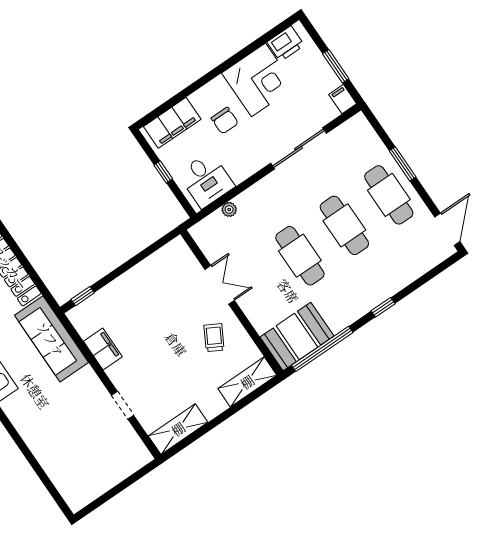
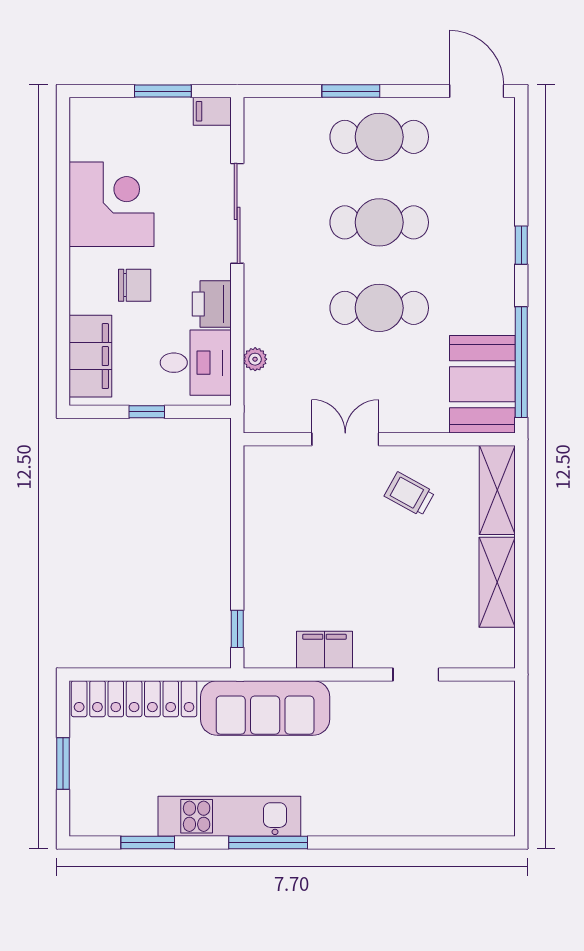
printer: (286, 44) -> (212, 304), moved, turned 180
shelving: (178, 429) -> (497, 582), moved

